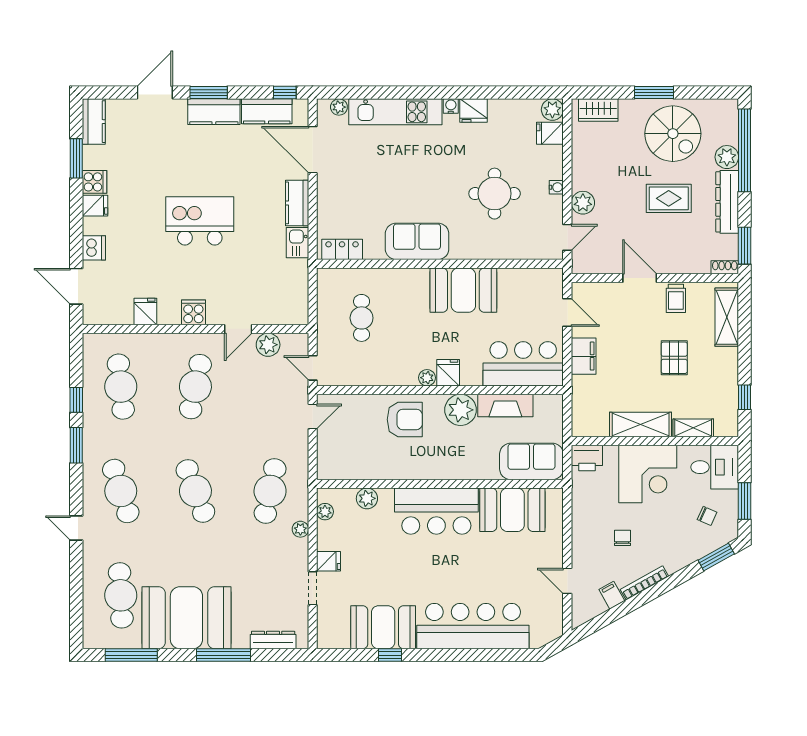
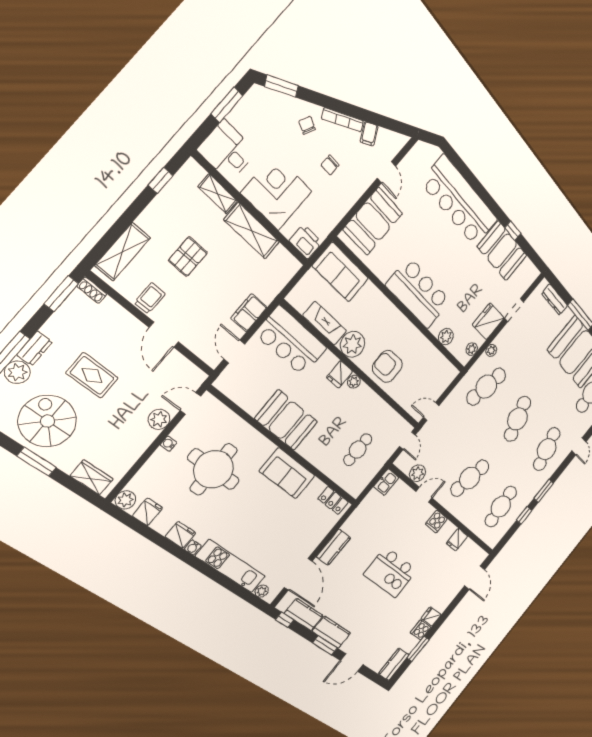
fridge: (550, 133) -> (148, 512), moved, turned -90
round table: (495, 194) -> (214, 469), width x1.36, depth x1.36
dresser: (727, 202) -> (35, 348), width x0.51, depth x0.80
kitchen sink: (297, 243) -> (386, 482), moved
dishwasher: (94, 248) -> (450, 593), removed
booth: (512, 510) -> (373, 221), moved, turned 90
chair: (707, 516) -> (307, 125), moved
fridge: (328, 561) -> (488, 321), width x1.88, depth x1.34

